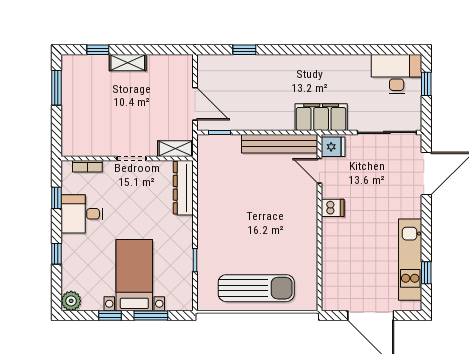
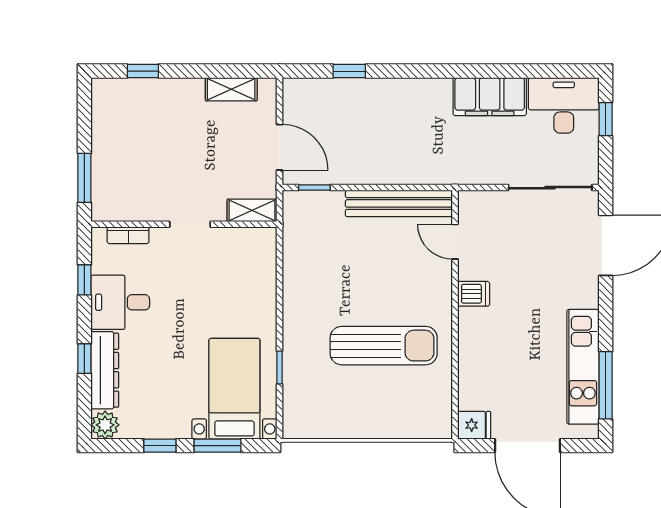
shelving: (128, 63) -> (231, 89), moved
window: (56, 88) -> (84, 178), moved
filing cabinet: (321, 117) -> (490, 97), moved, turned 180
fridge: (333, 147) -> (474, 425), moved
dresser: (183, 188) -> (105, 370), moved, turned 180
window: (426, 273) -> (606, 385), width x2.17
bed with nightstands: (134, 275) -> (234, 389), moved
sun lounger: (256, 288) -> (384, 346), moved

